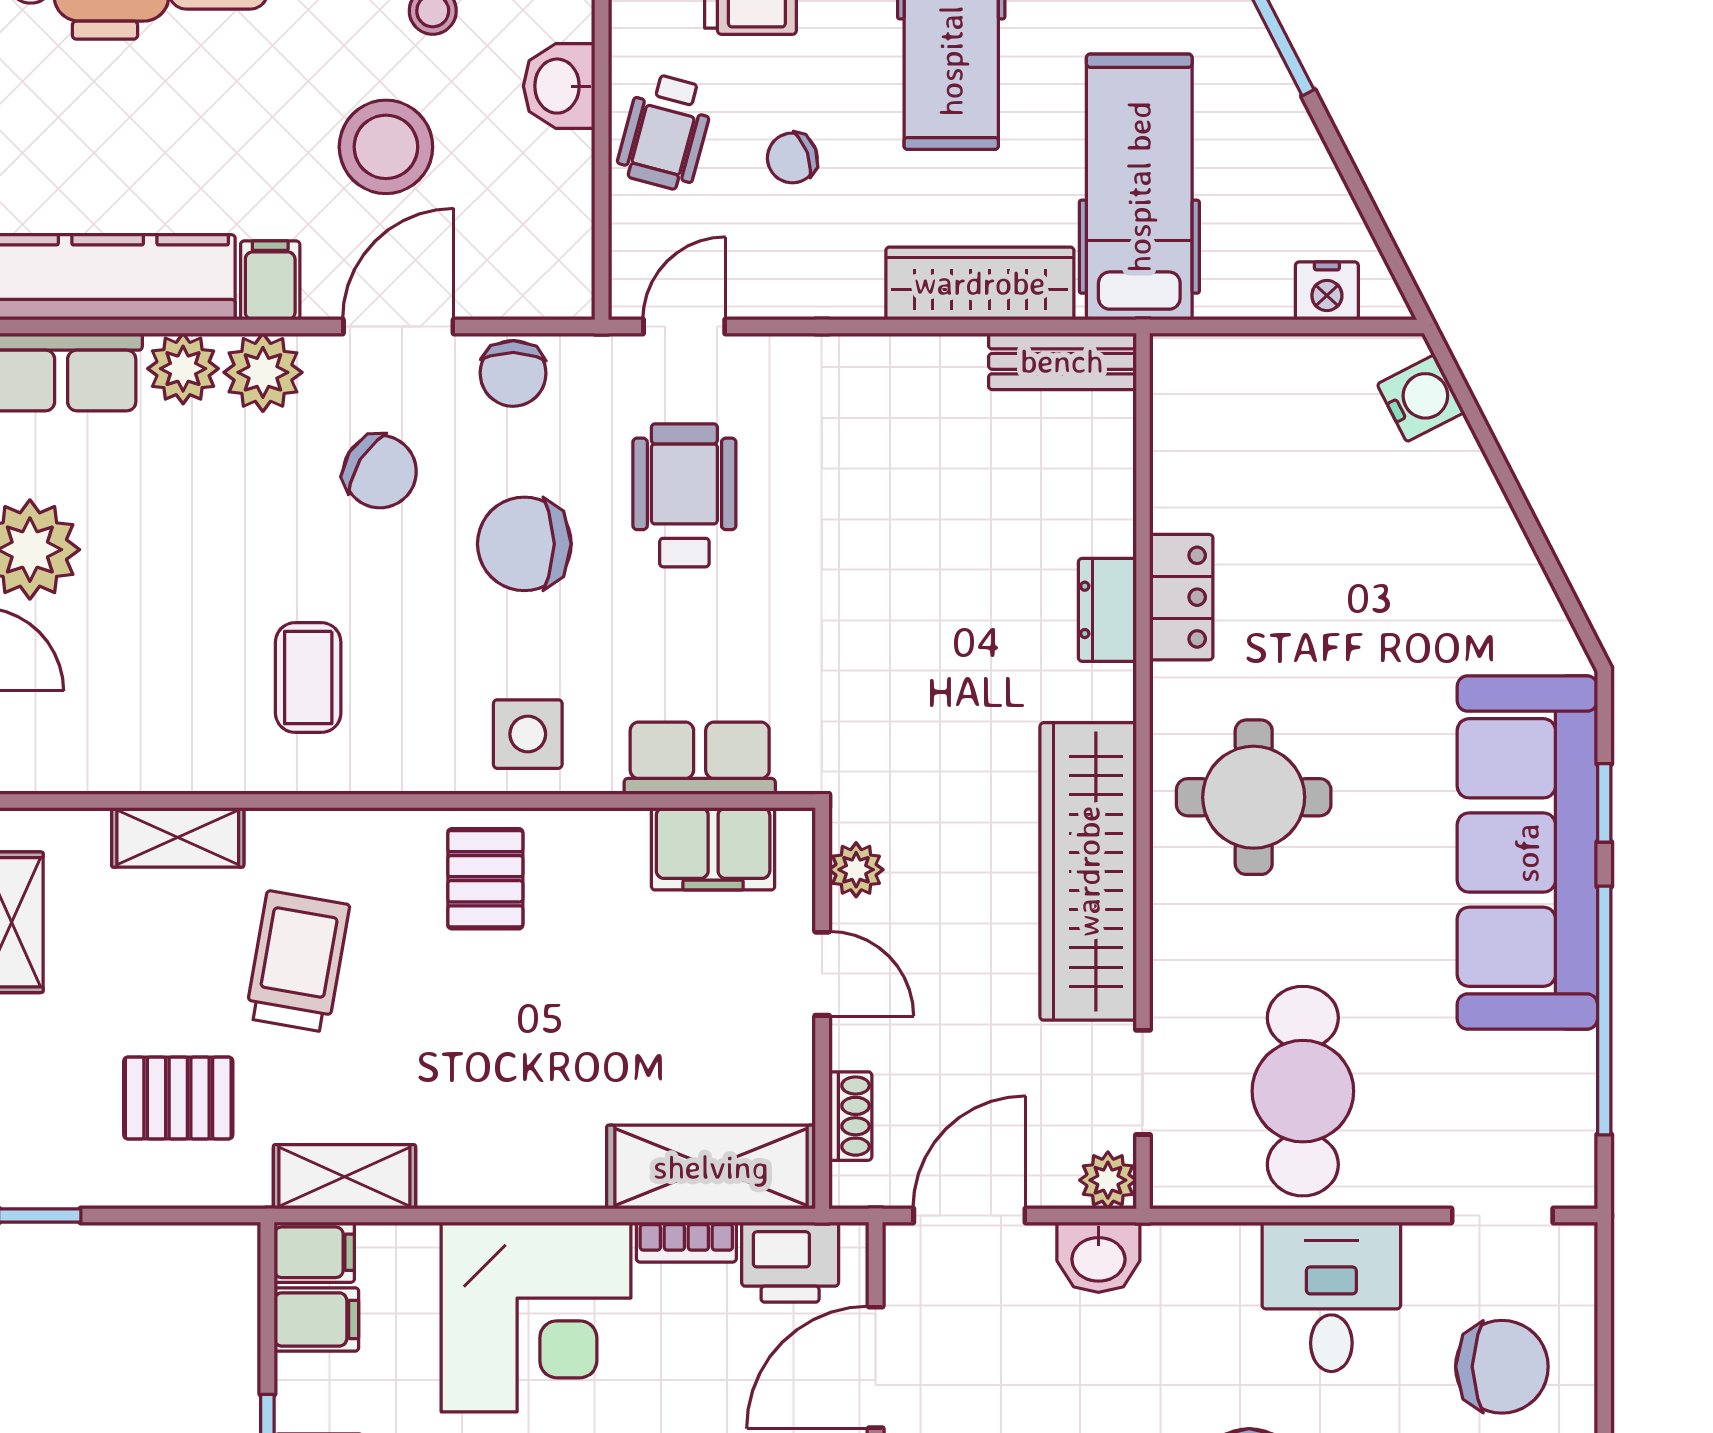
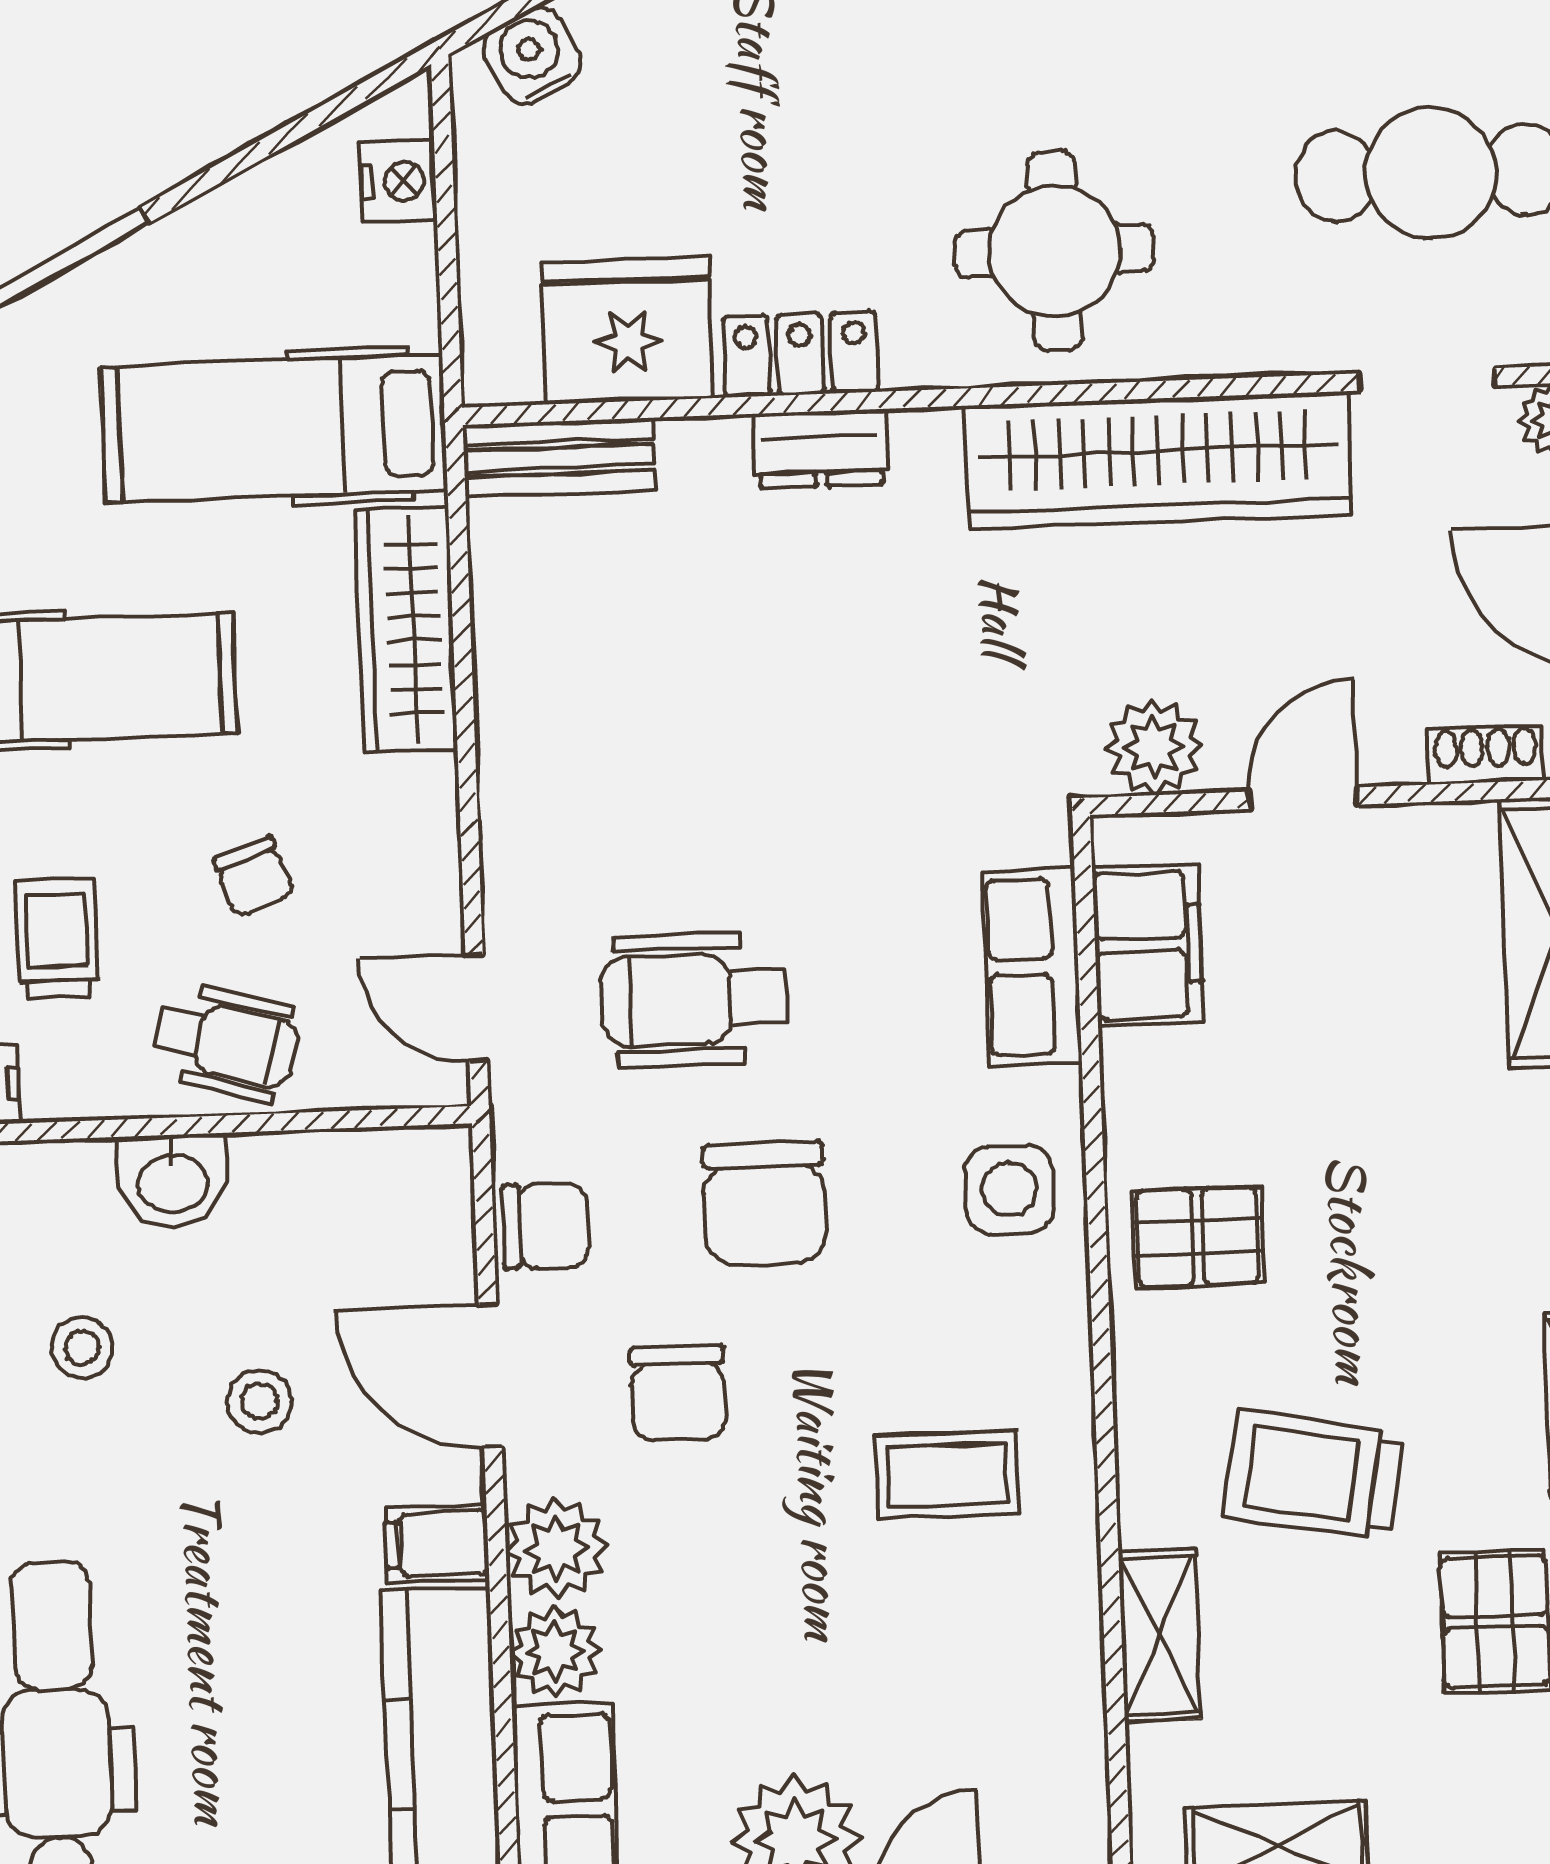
stool: (386, 147) -> (260, 1401), width x0.53, depth x0.53
bench: (1062, 361) -> (559, 458), moved, turned 90
fridge: (1205, 464) -> (628, 330), added
chair: (380, 472) -> (678, 1393), turned 148
plant: (856, 870) -> (1154, 747), width x1.38, depth x1.38

